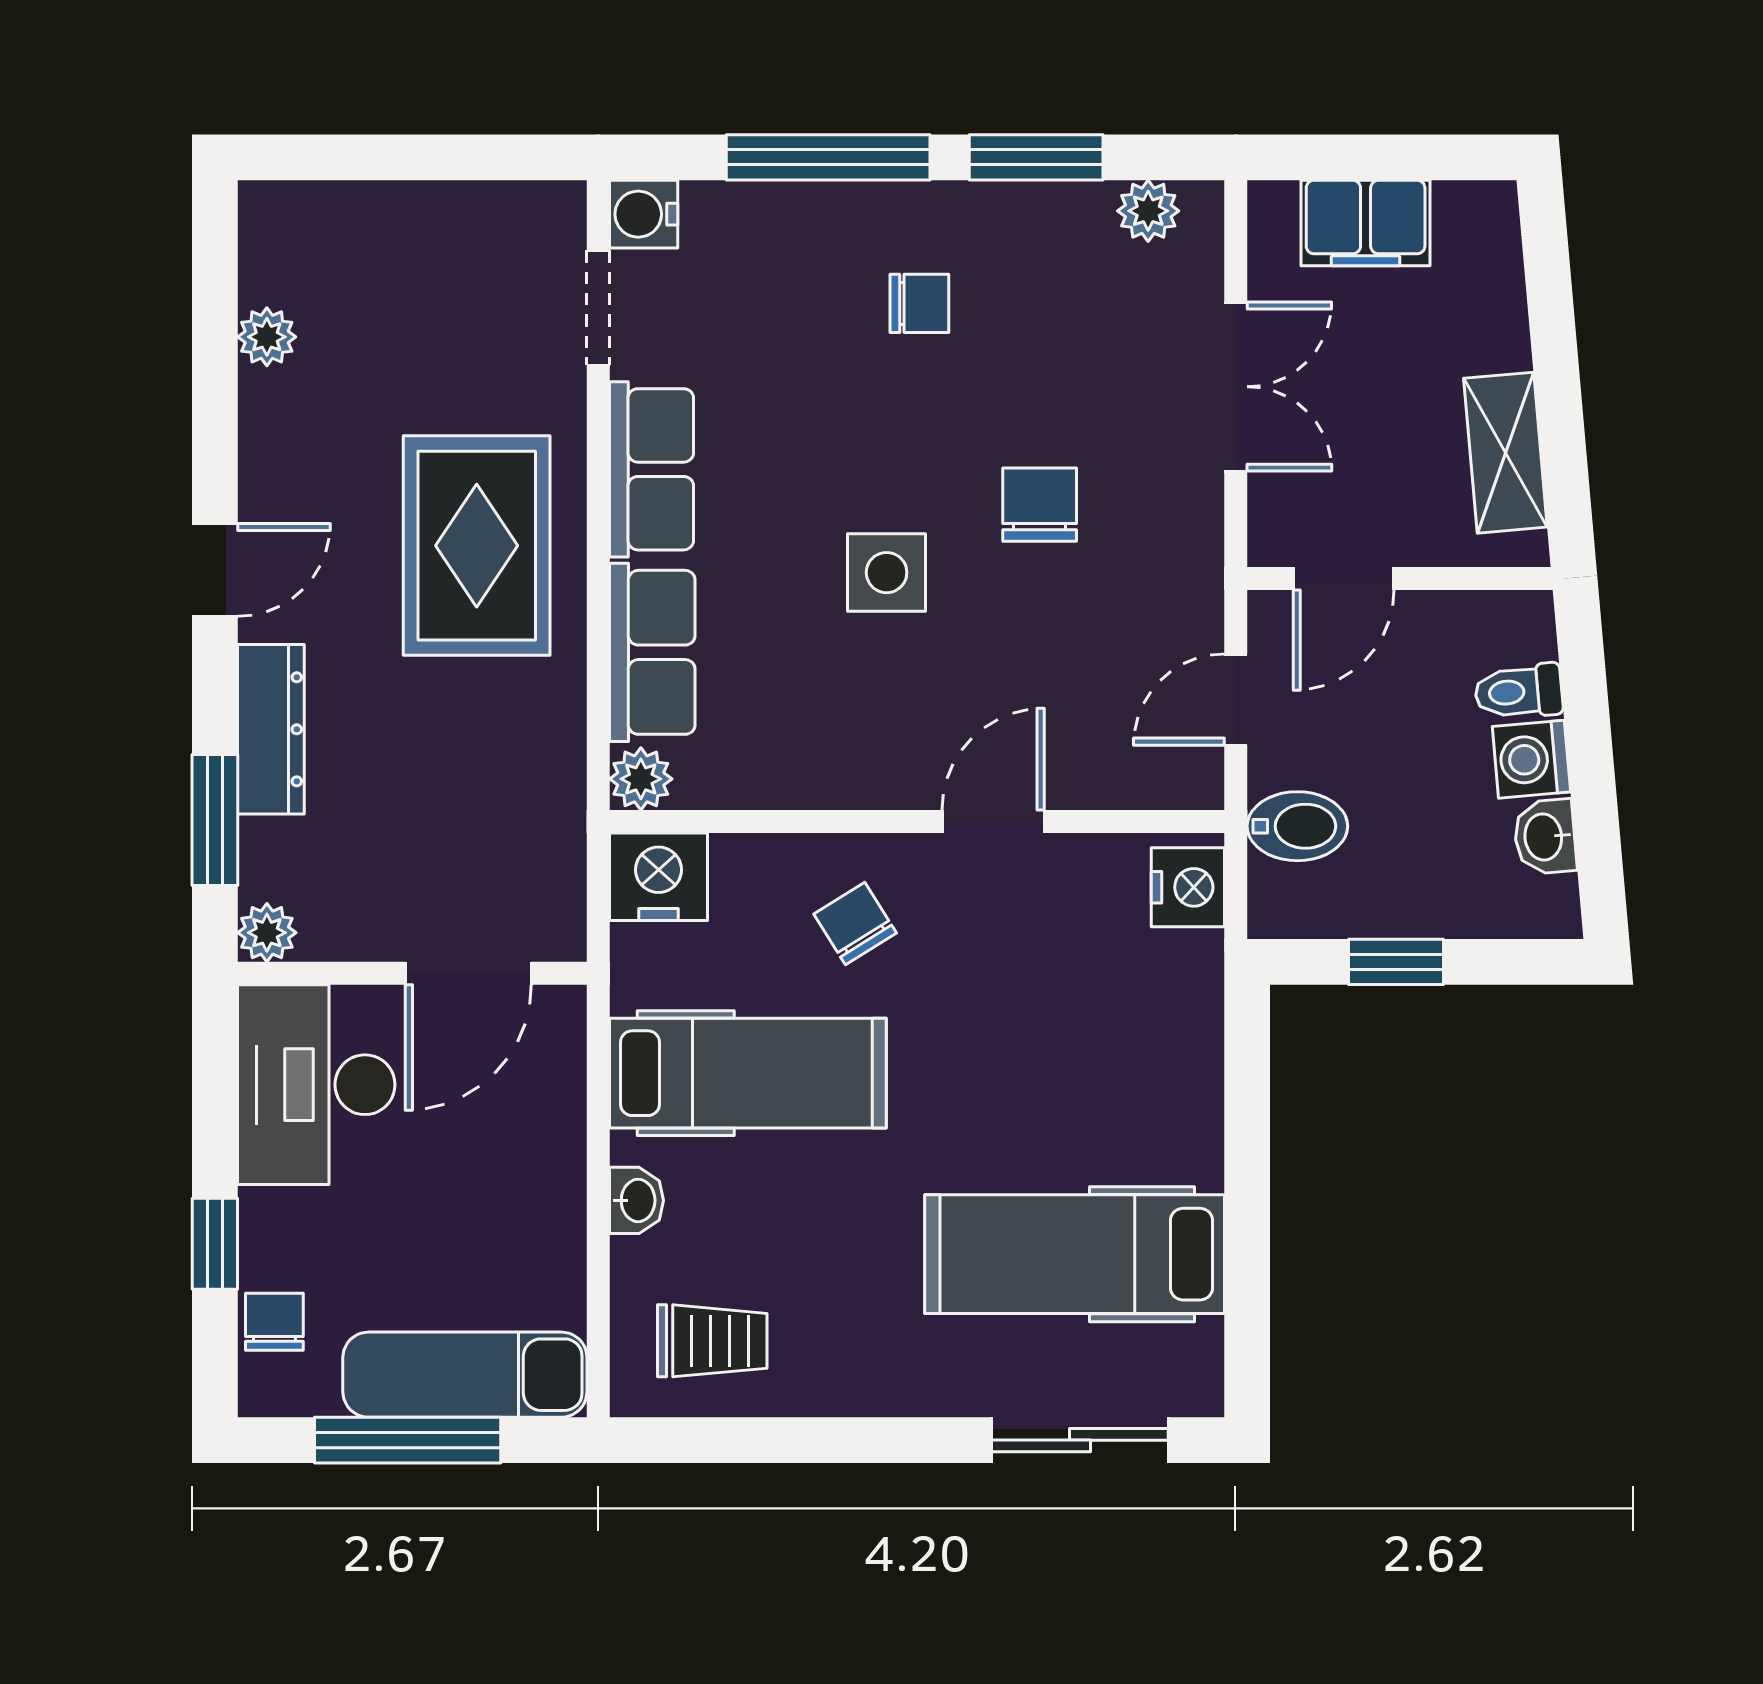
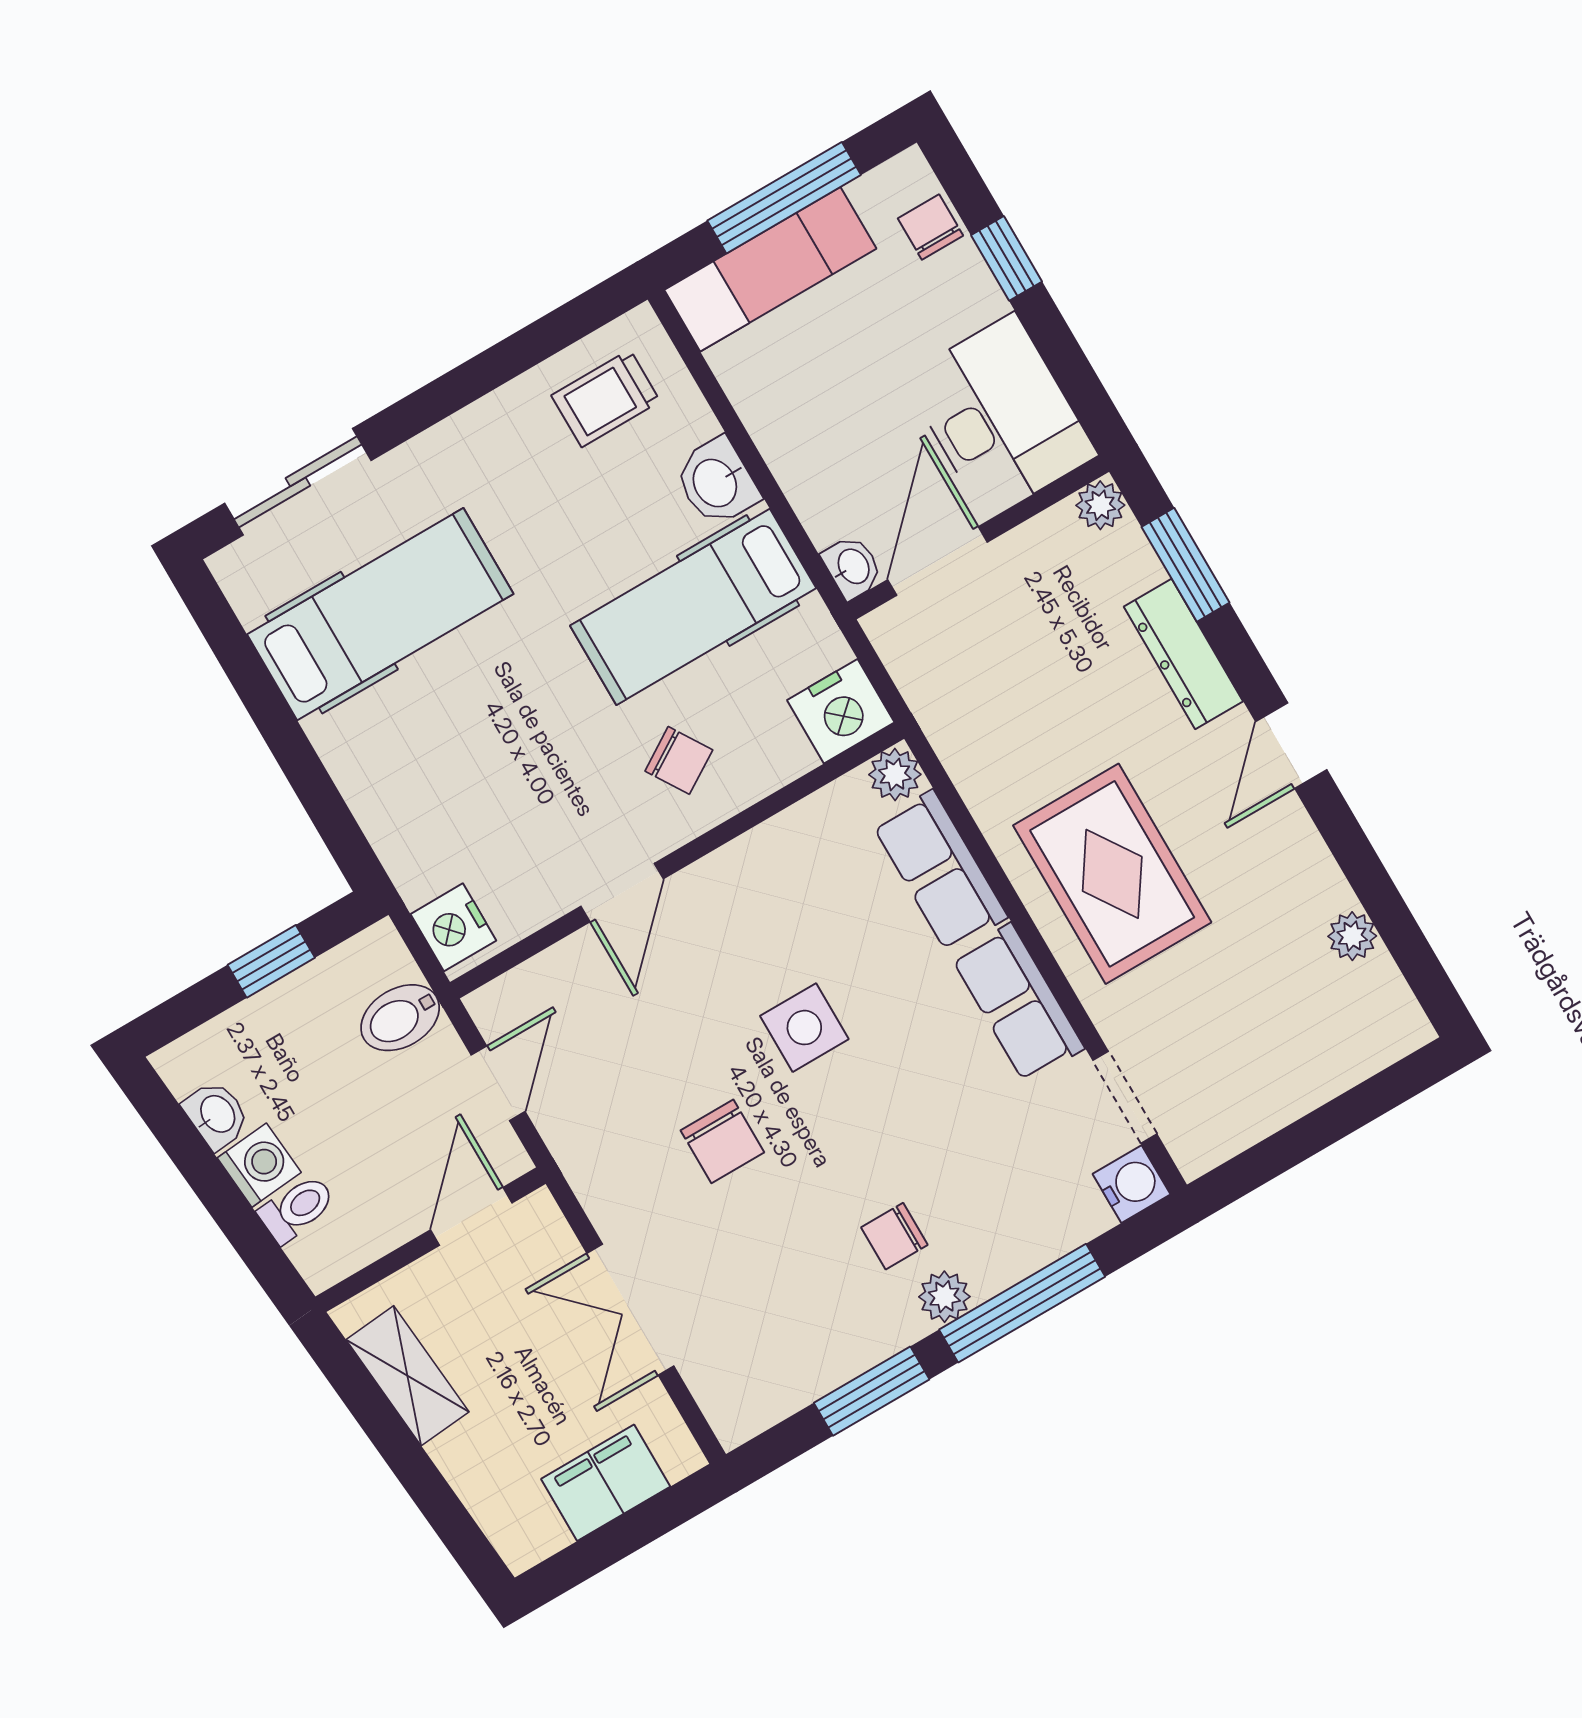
plant: (1148, 211) -> (944, 1297), moved
washbasin: (560, 1018) -> (852, 567), added
washbasin: (636, 1200) -> (717, 482), width x1.38, depth x1.45
chair: (274, 1322) -> (930, 227), turned 180

